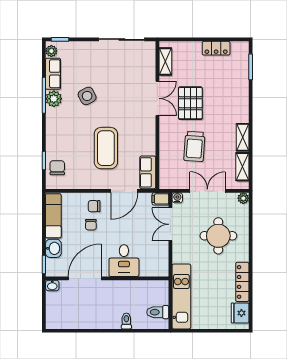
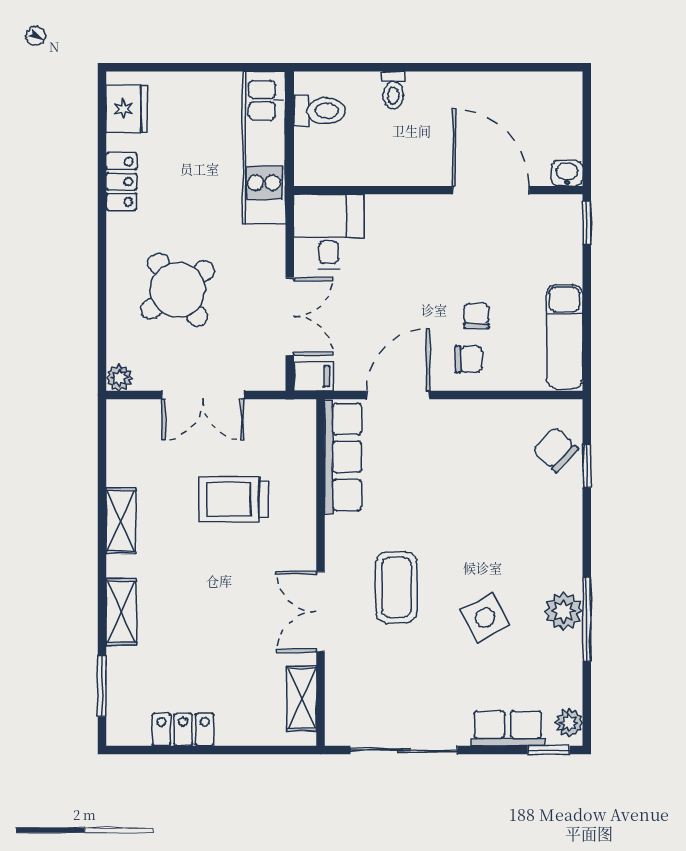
row of seats: (53, 74) -> (508, 728), moved, turned 90
pallet: (190, 103) -> (243, 601), removed
trolley: (194, 146) -> (234, 499), turned -94
coffee table: (106, 148) -> (397, 587), moved, width x0.73, depth x0.76
shelving: (242, 167) -> (121, 612), moved
chair: (57, 168) -> (555, 450), turned 134
row of seats: (148, 172) -> (343, 457), width x1.48
water cooler: (177, 198) -> (274, 379), removed
round table: (218, 236) -> (178, 290), turned -36
washbasin: (53, 248) -> (564, 260), removed
desk: (124, 261) -> (329, 232), moved
door: (85, 278) -> (491, 190), swing flipped
locker: (242, 282) -> (121, 182), width x0.66

